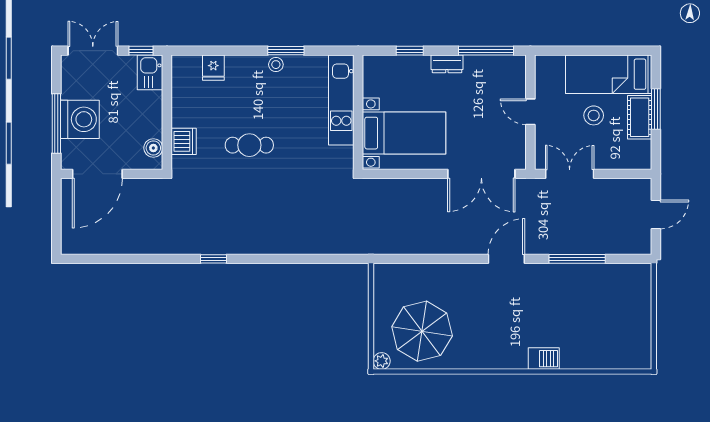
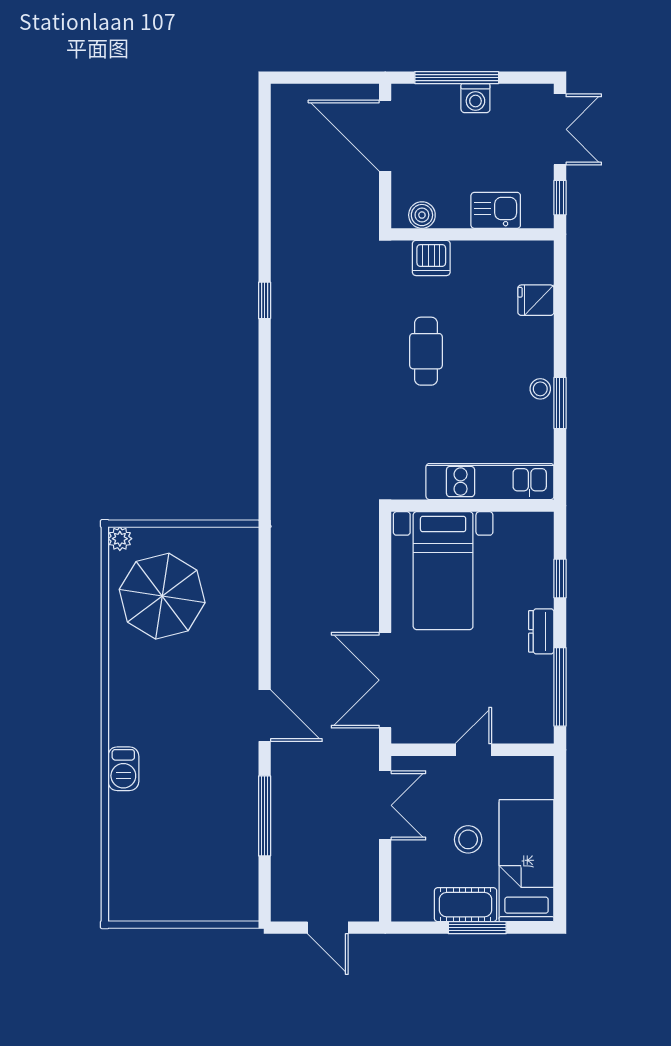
kitchen sink: (150, 72) -> (496, 210), moved
washing machine: (80, 119) -> (475, 98), width x0.53, depth x0.53

